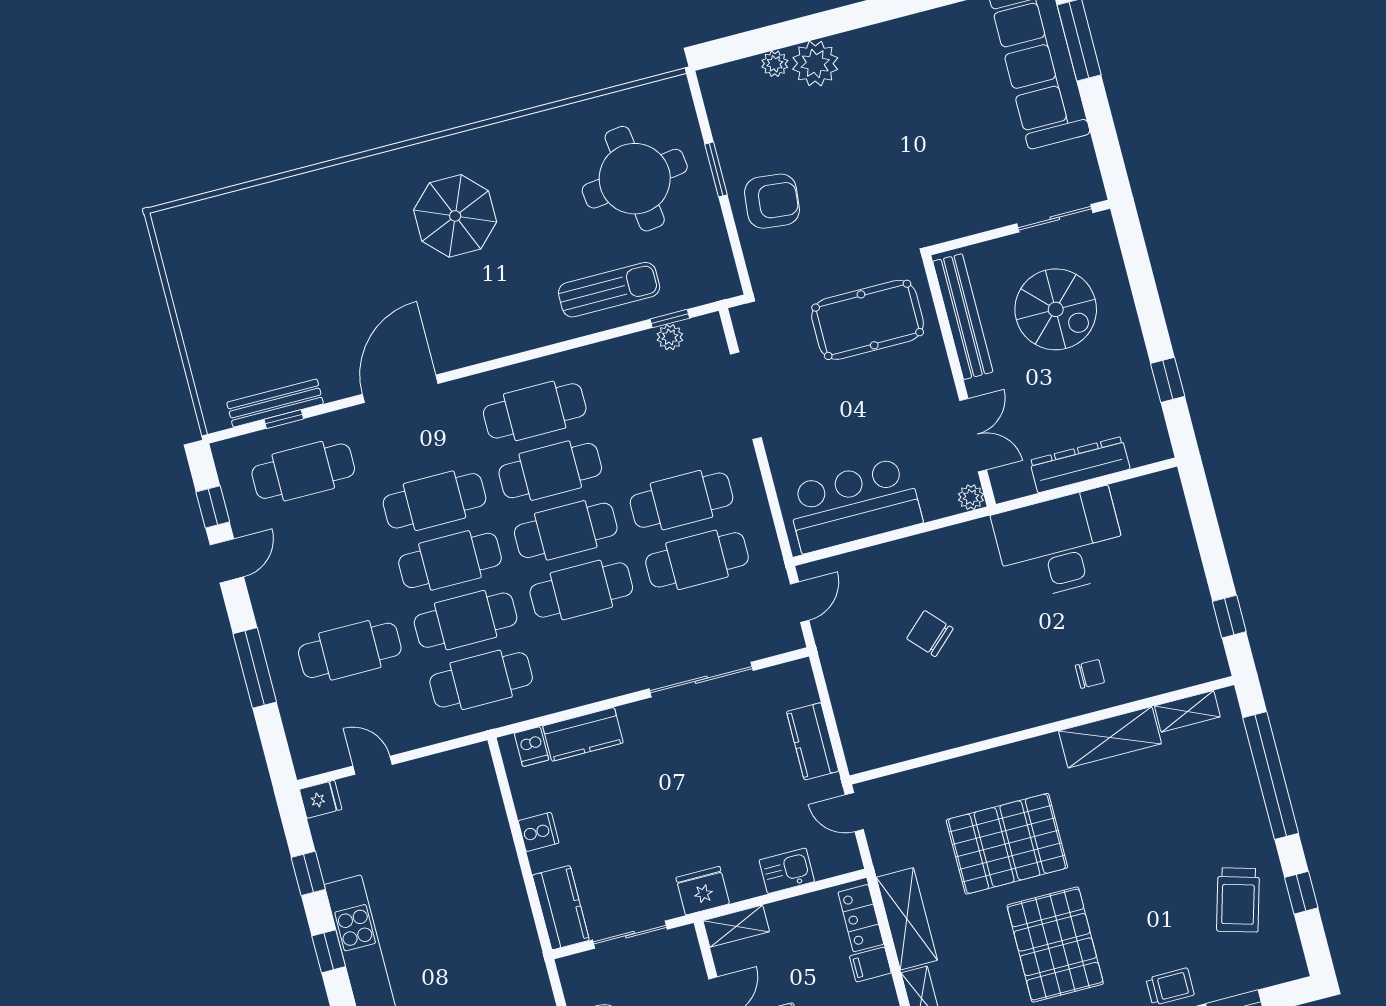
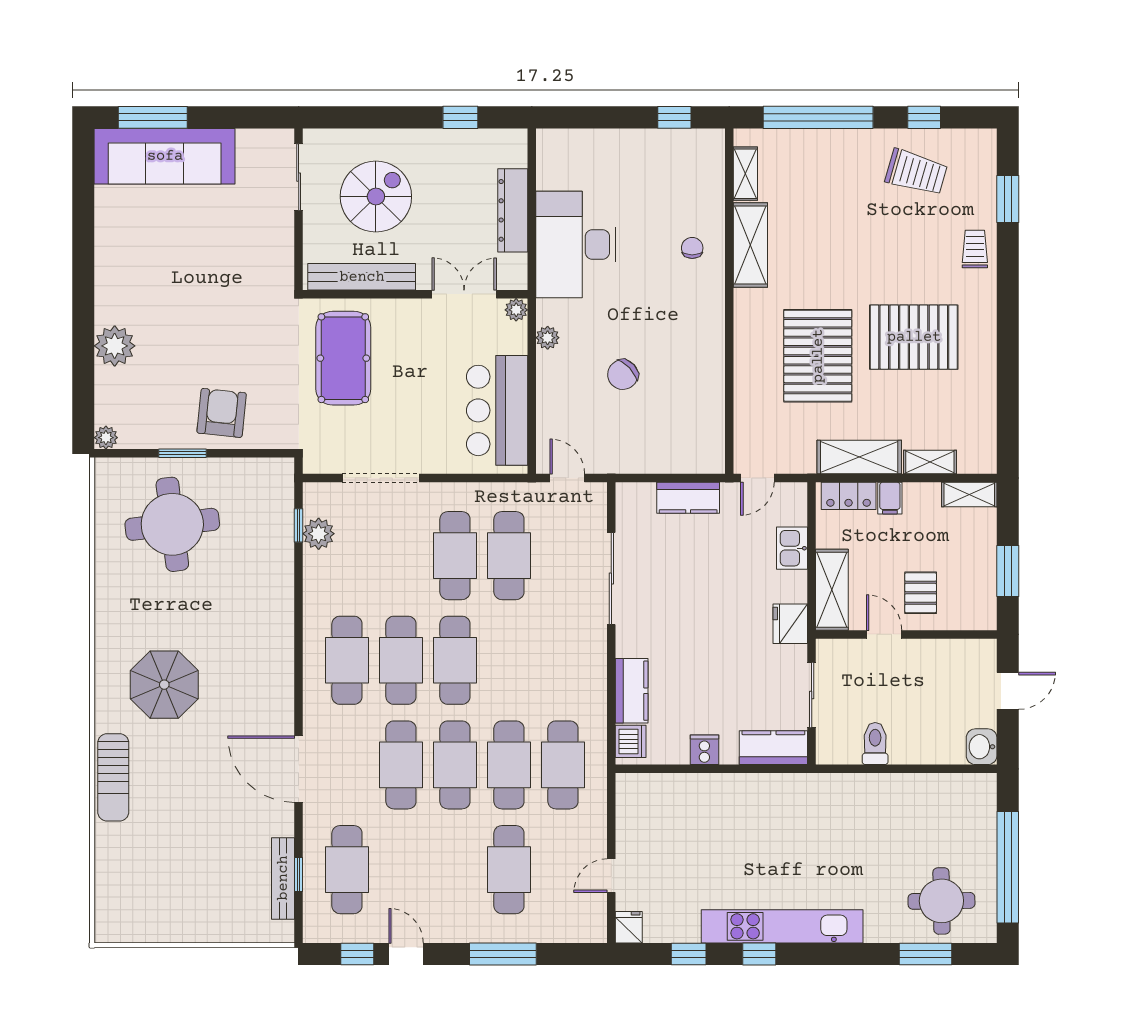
plant: (775, 64) -> (106, 438), moved
sun lounger: (609, 290) -> (113, 777), moved, turned 180
plant: (670, 337) -> (319, 534), width x1.38, depth x1.38
plant: (949, 540) -> (548, 338), added
cafe table: (581, 590) -> (509, 660), removed
dishwasher: (531, 747) -> (631, 741), width x1.38
shelving: (736, 926) -> (832, 590), width x1.50, depth x1.33

